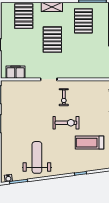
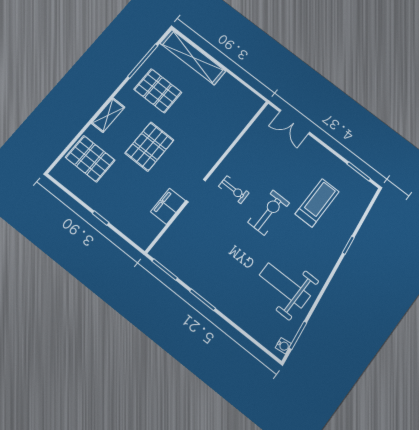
pallet: (52, 40) -> (149, 147), turned 90
filing cabinet: (15, 72) -> (168, 206), moved
treadmill: (89, 143) -> (317, 203), turned 180

